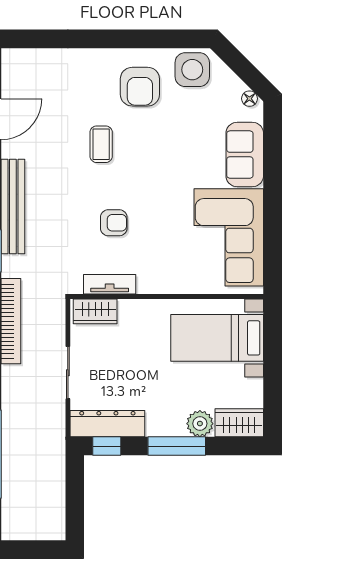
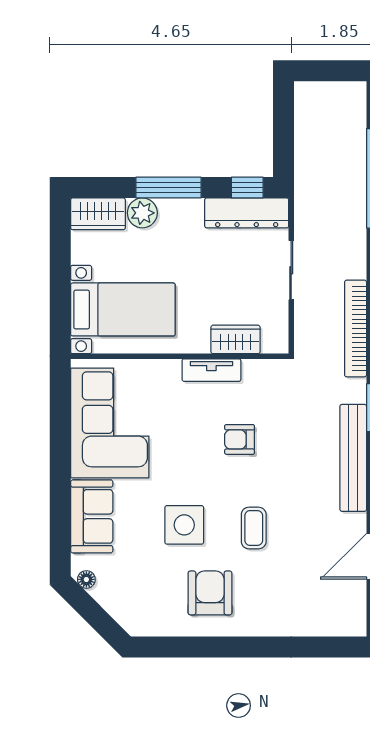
side table: (192, 70) -> (184, 525), moved
tv unit: (110, 284) -> (211, 370), moved
wardrobe: (95, 311) -> (235, 339), moved

